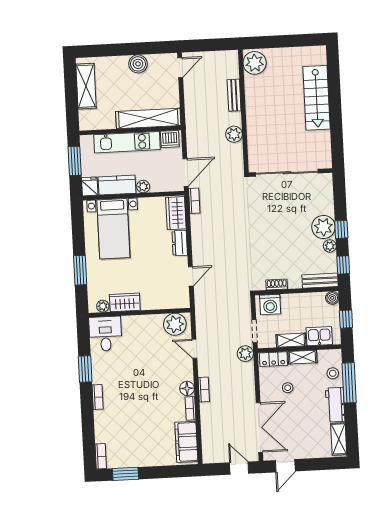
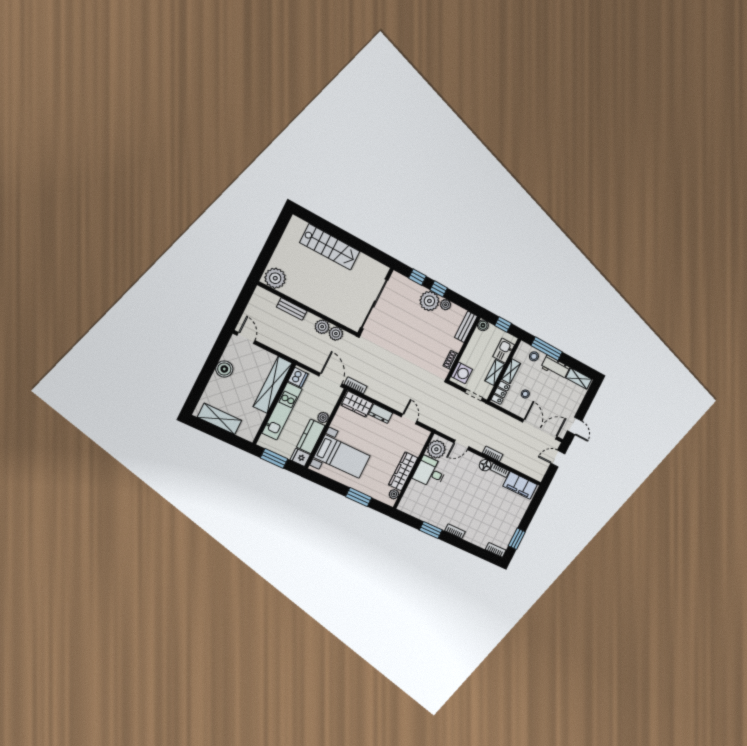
window: (343, 265) -> (417, 277), moved
wardrobe: (125, 302) -> (403, 471), width x1.50
desk: (105, 334) -> (430, 472), moved
plant: (245, 354) -> (336, 334), moved

